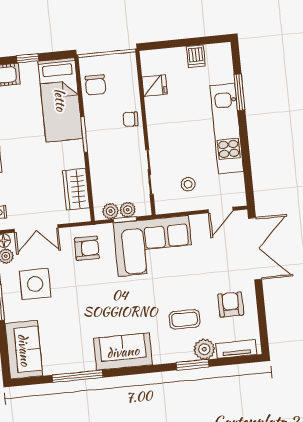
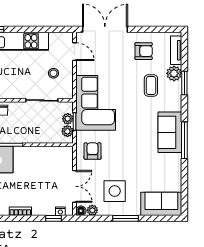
wardrobe: (76, 189) -> (49, 155), removed
armchair: (231, 305) -> (144, 51), turned 180
window: (78, 376) -> (184, 140), moved

